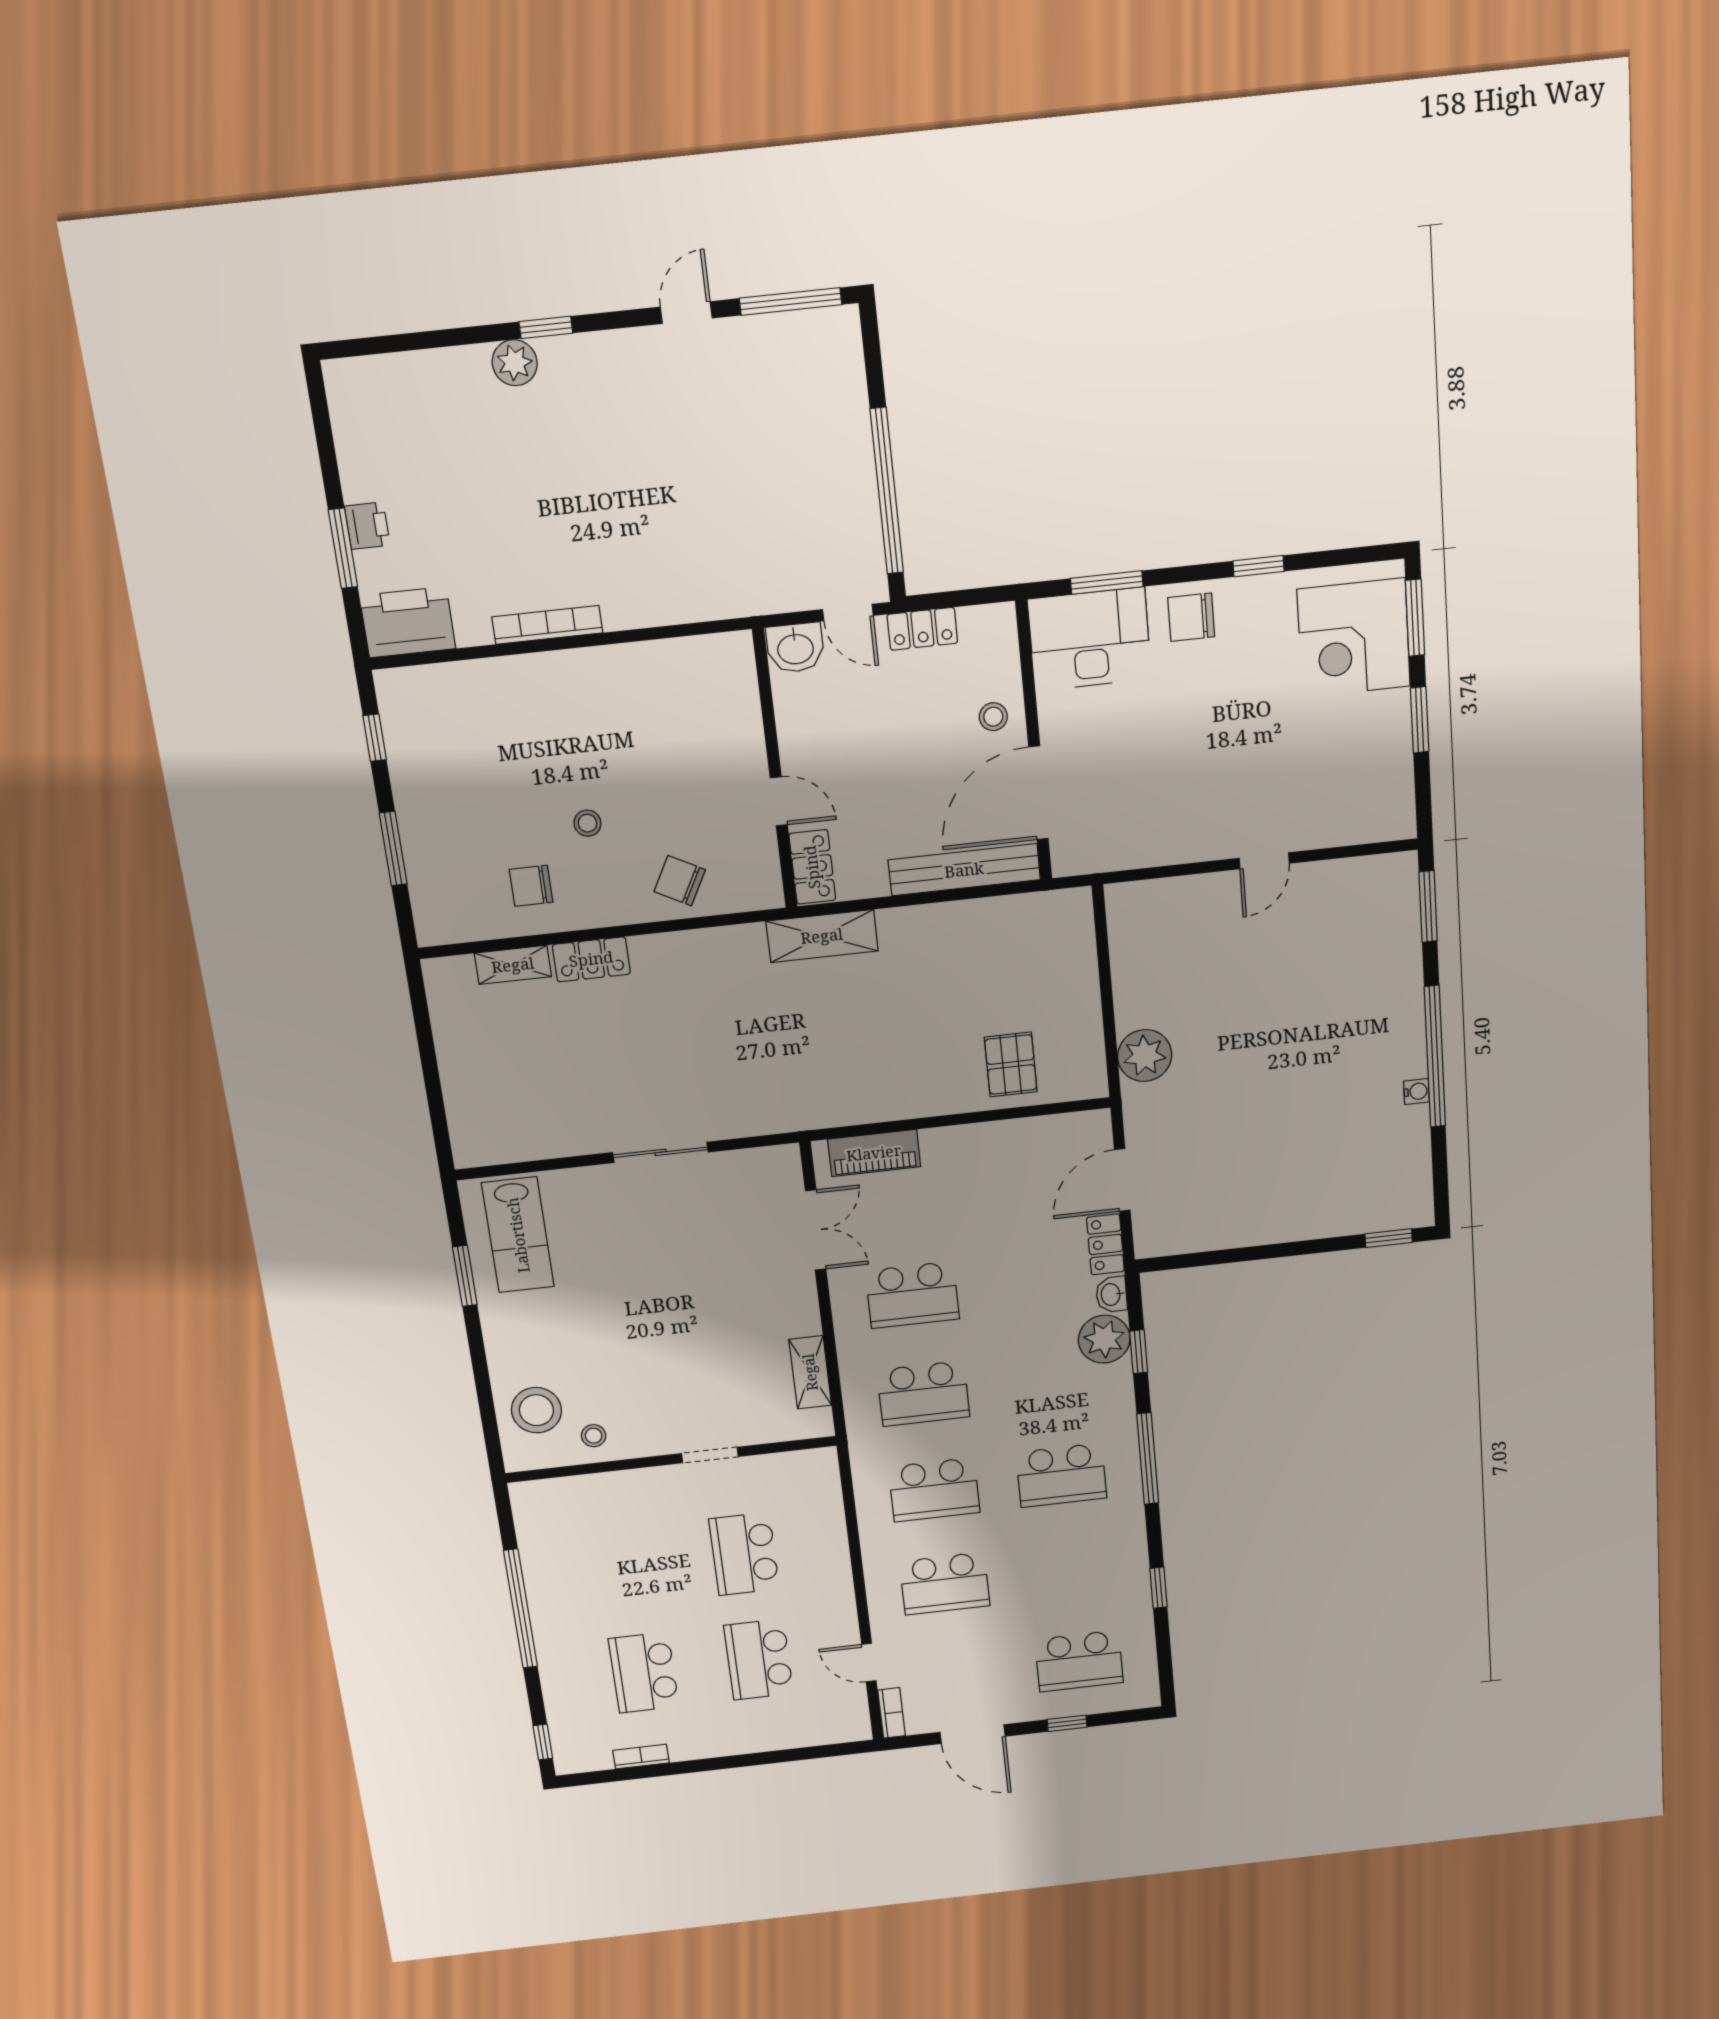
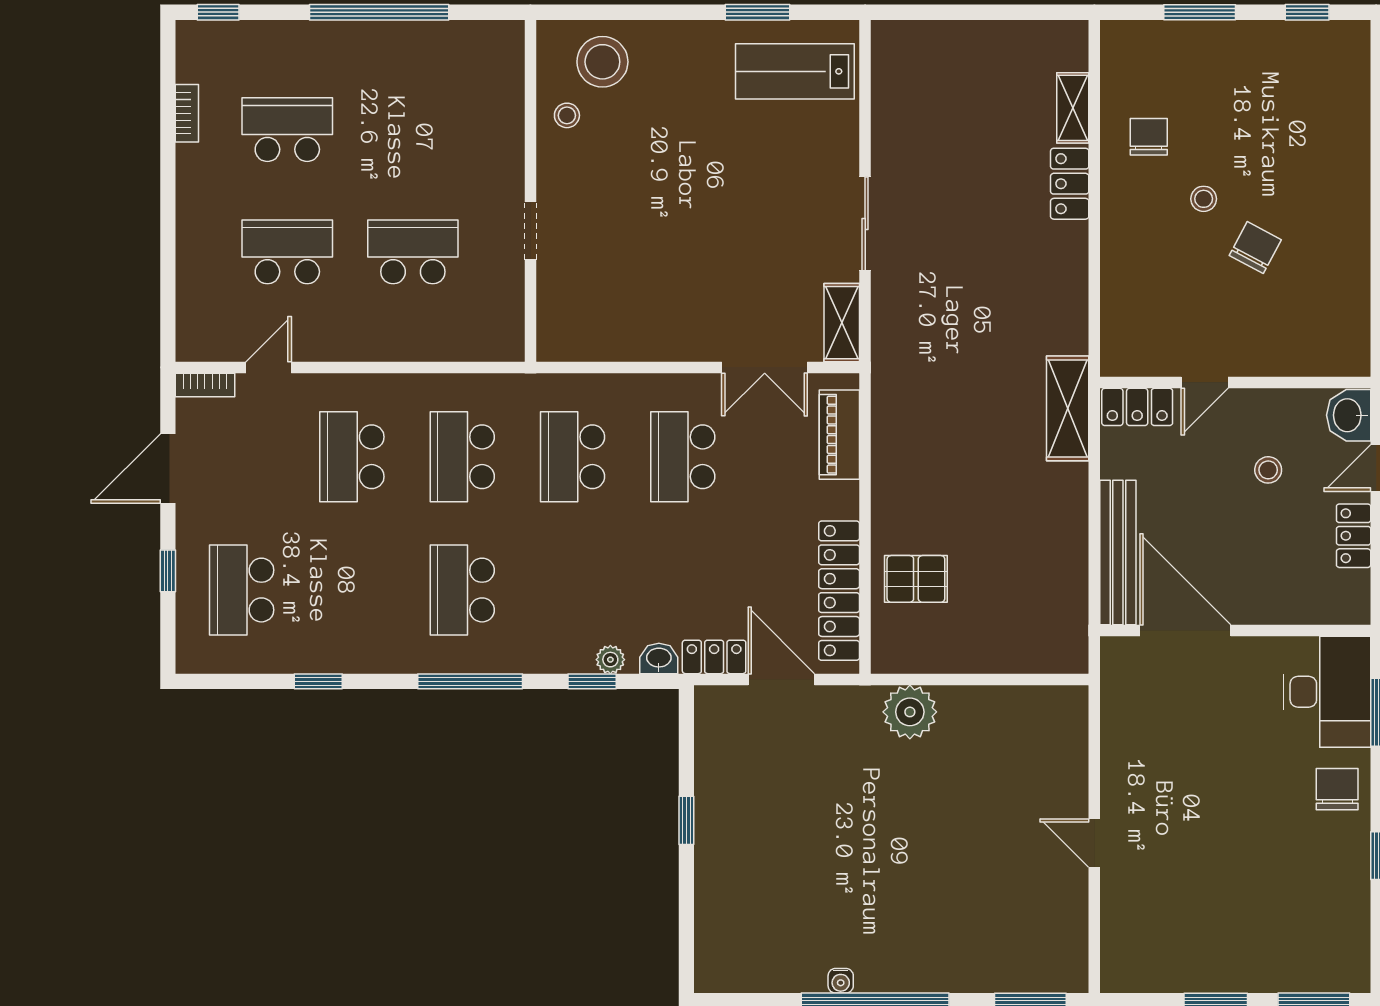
corner desk: (1354, 638) -> (1301, 942), removed
stool: (993, 717) -> (1268, 470), moved
chair: (680, 881) -> (1255, 248), moved
locker: (1030, 1136) -> (839, 591), added
window: (1389, 1238) -> (686, 820), moved
plant: (1104, 1339) -> (610, 660), width x0.53, depth x0.53
shelving: (810, 1372) -> (842, 323), moved, turned 90

